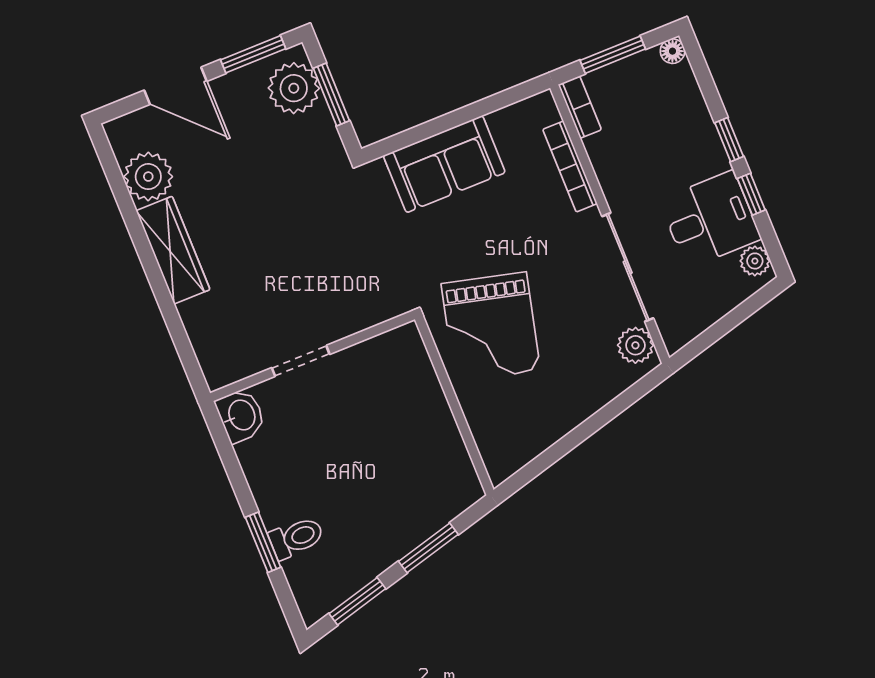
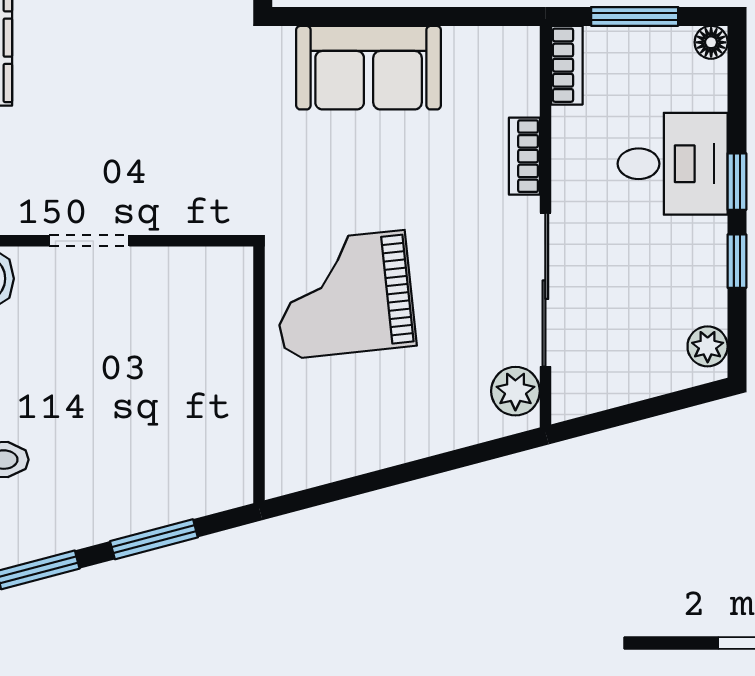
bookcase: (570, 166) -> (524, 156), width x0.64
desk: (710, 219) -> (673, 164), moved
grand piano: (491, 327) -> (344, 295), turned 70

